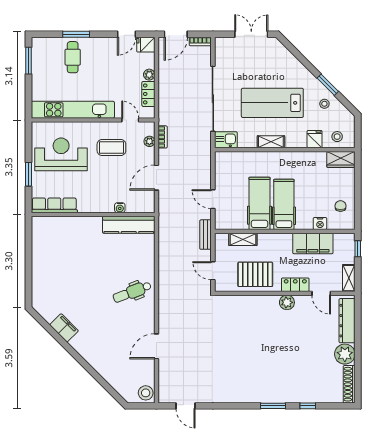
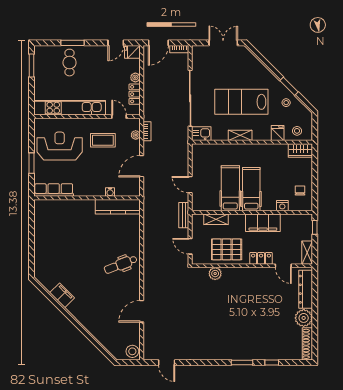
filing cabinet: (313, 243) -> (263, 223), moved
plant: (287, 302) -> (215, 274), moved

